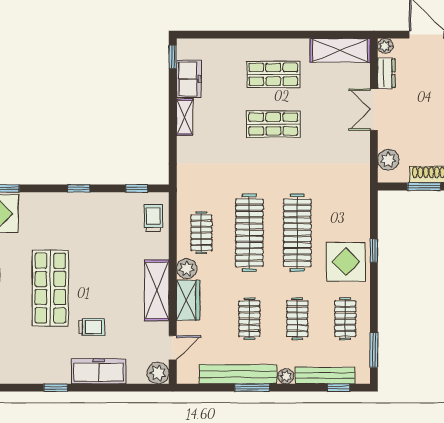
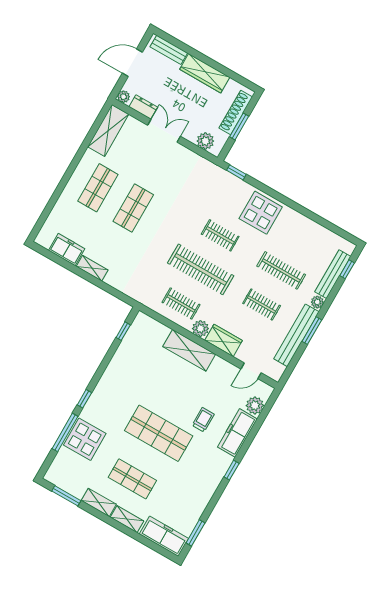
window: (173, 57) -> (44, 252), removed
double door: (374, 110) -> (164, 131), swing flipped
window: (79, 188) -> (84, 399), moved
trolley: (153, 218) -> (151, 332), removed
clothes rail: (297, 233) -> (220, 235), width x0.54, depth x0.76
window: (374, 251) -> (236, 172), moved
shelving: (157, 290) -> (189, 350), moved
clothes rail: (297, 319) -> (281, 270), width x1.36
clothes rail: (345, 319) -> (301, 236), removed
door: (173, 348) -> (251, 371), swing flipped
window: (374, 350) -> (335, 229), removed
plant: (158, 373) -> (255, 405), moved

